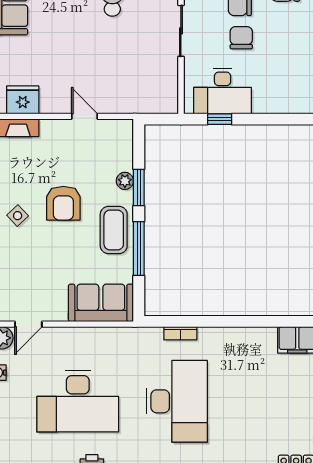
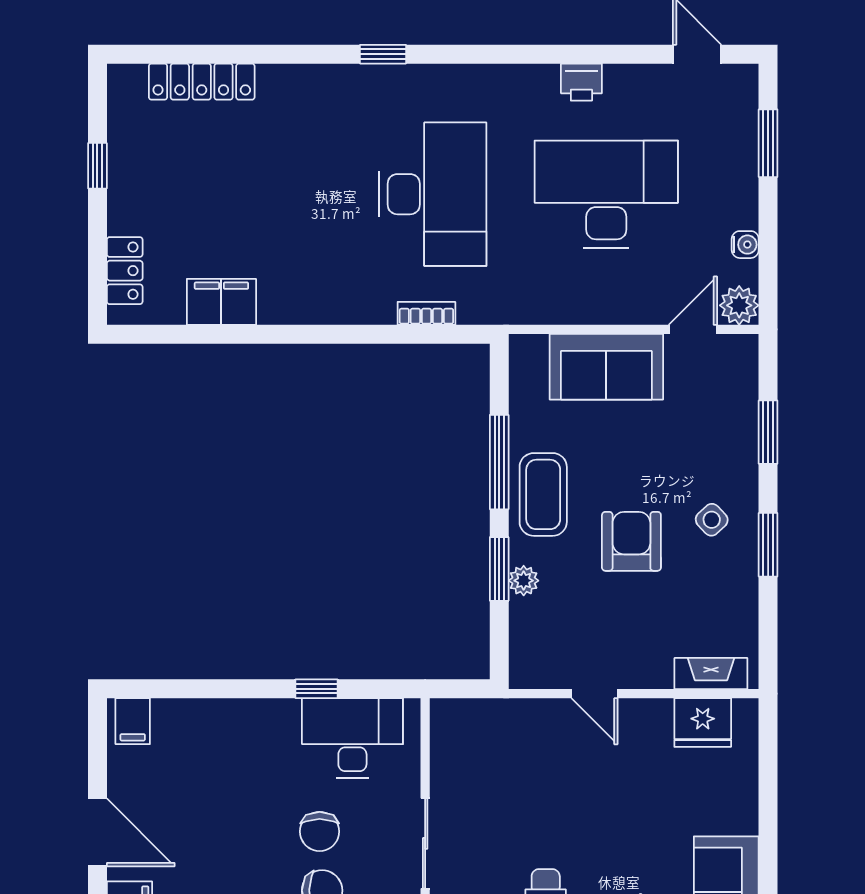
window: (220, 119) -> (317, 689), moved
sofa: (101, 303) -> (606, 367), moved
desk: (177, 401) -> (433, 194), turned 180

